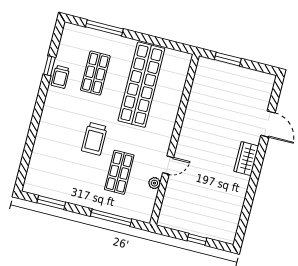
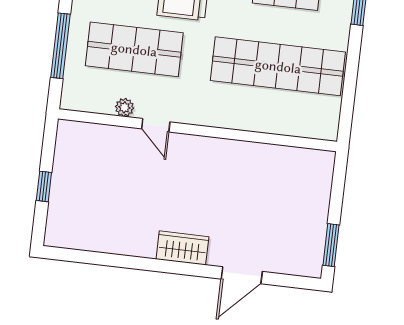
window: (228, 59) -> (331, 245), moved
shop shelf: (119, 172) -> (134, 49), width x1.43, depth x1.36

